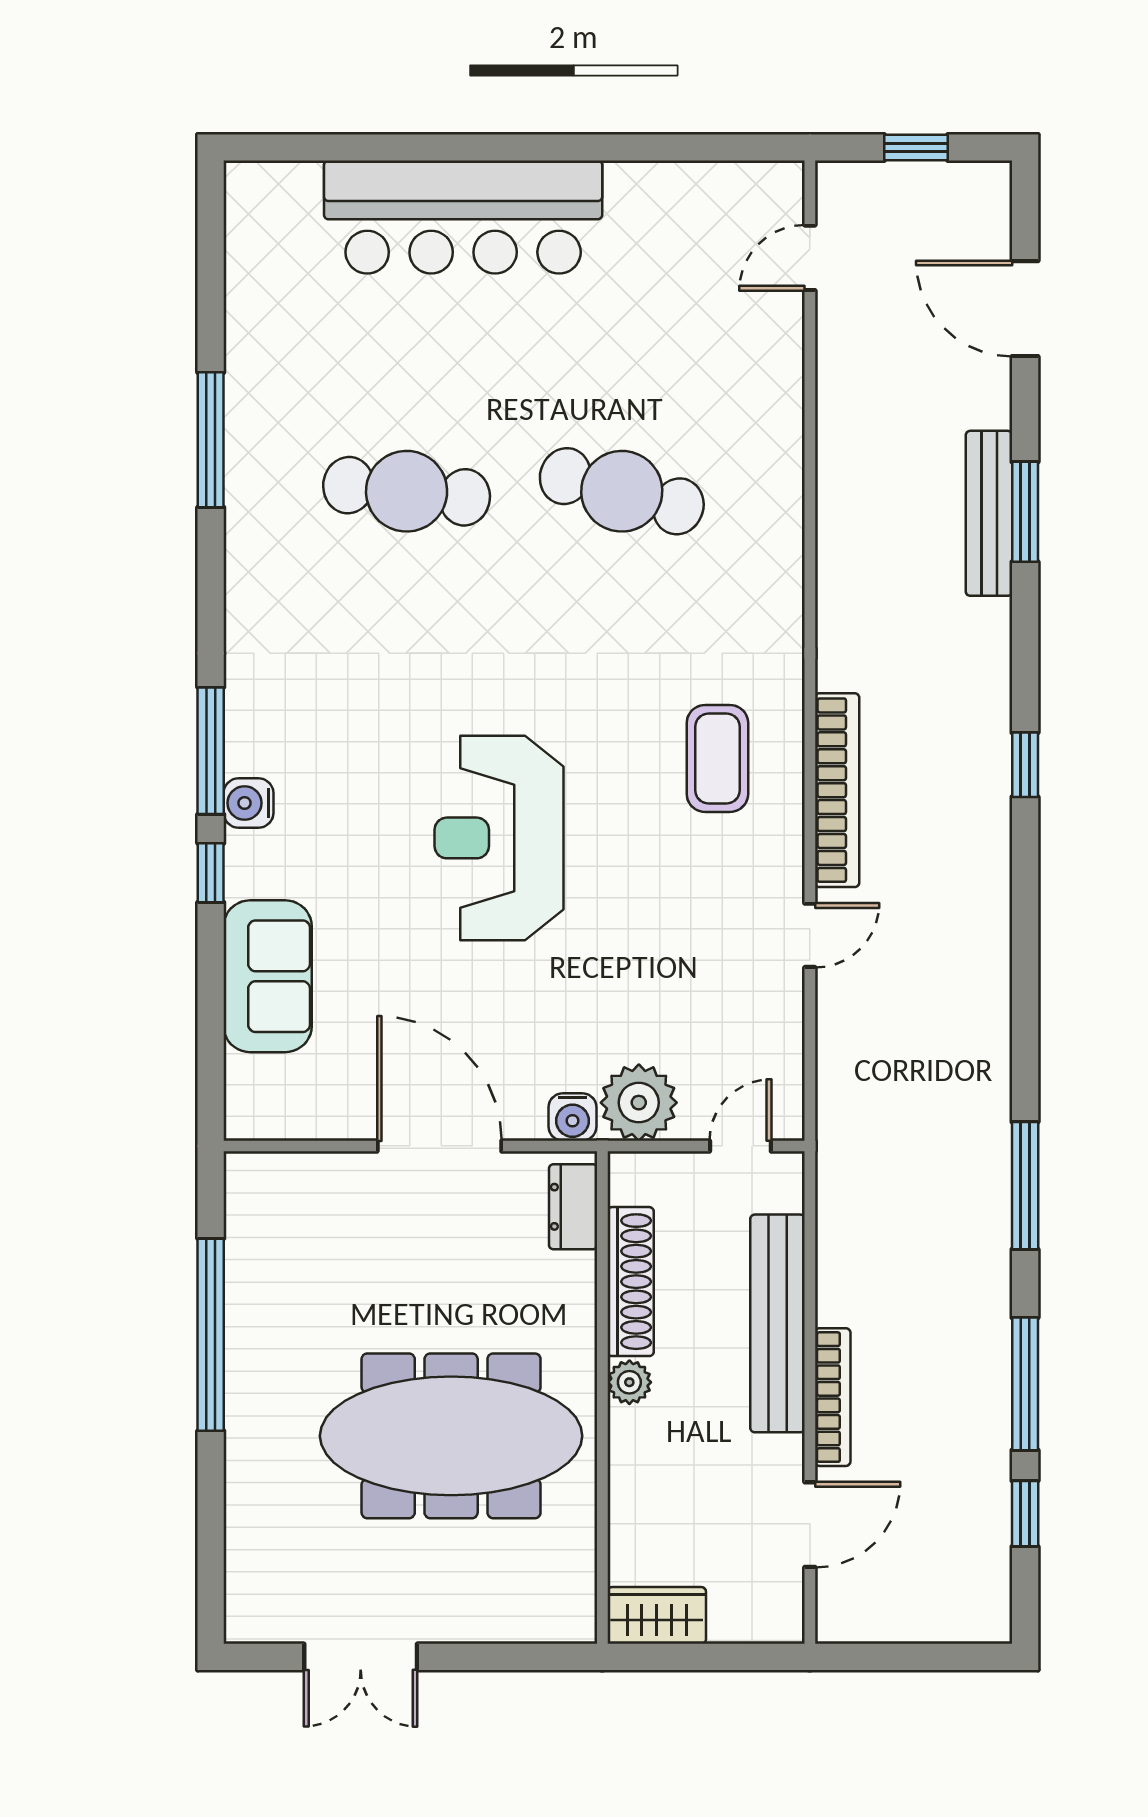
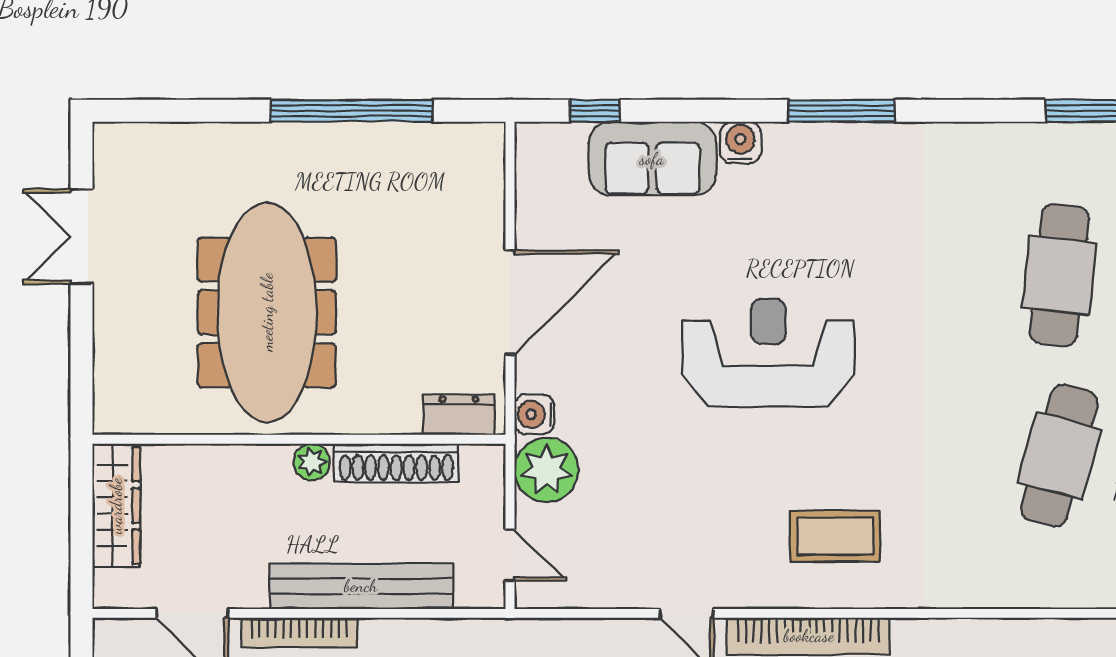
water cooler: (248, 803) -> (740, 143), moved
window: (211, 873) -> (595, 111), moved
wardrobe: (657, 1615) -> (116, 506), width x1.50

